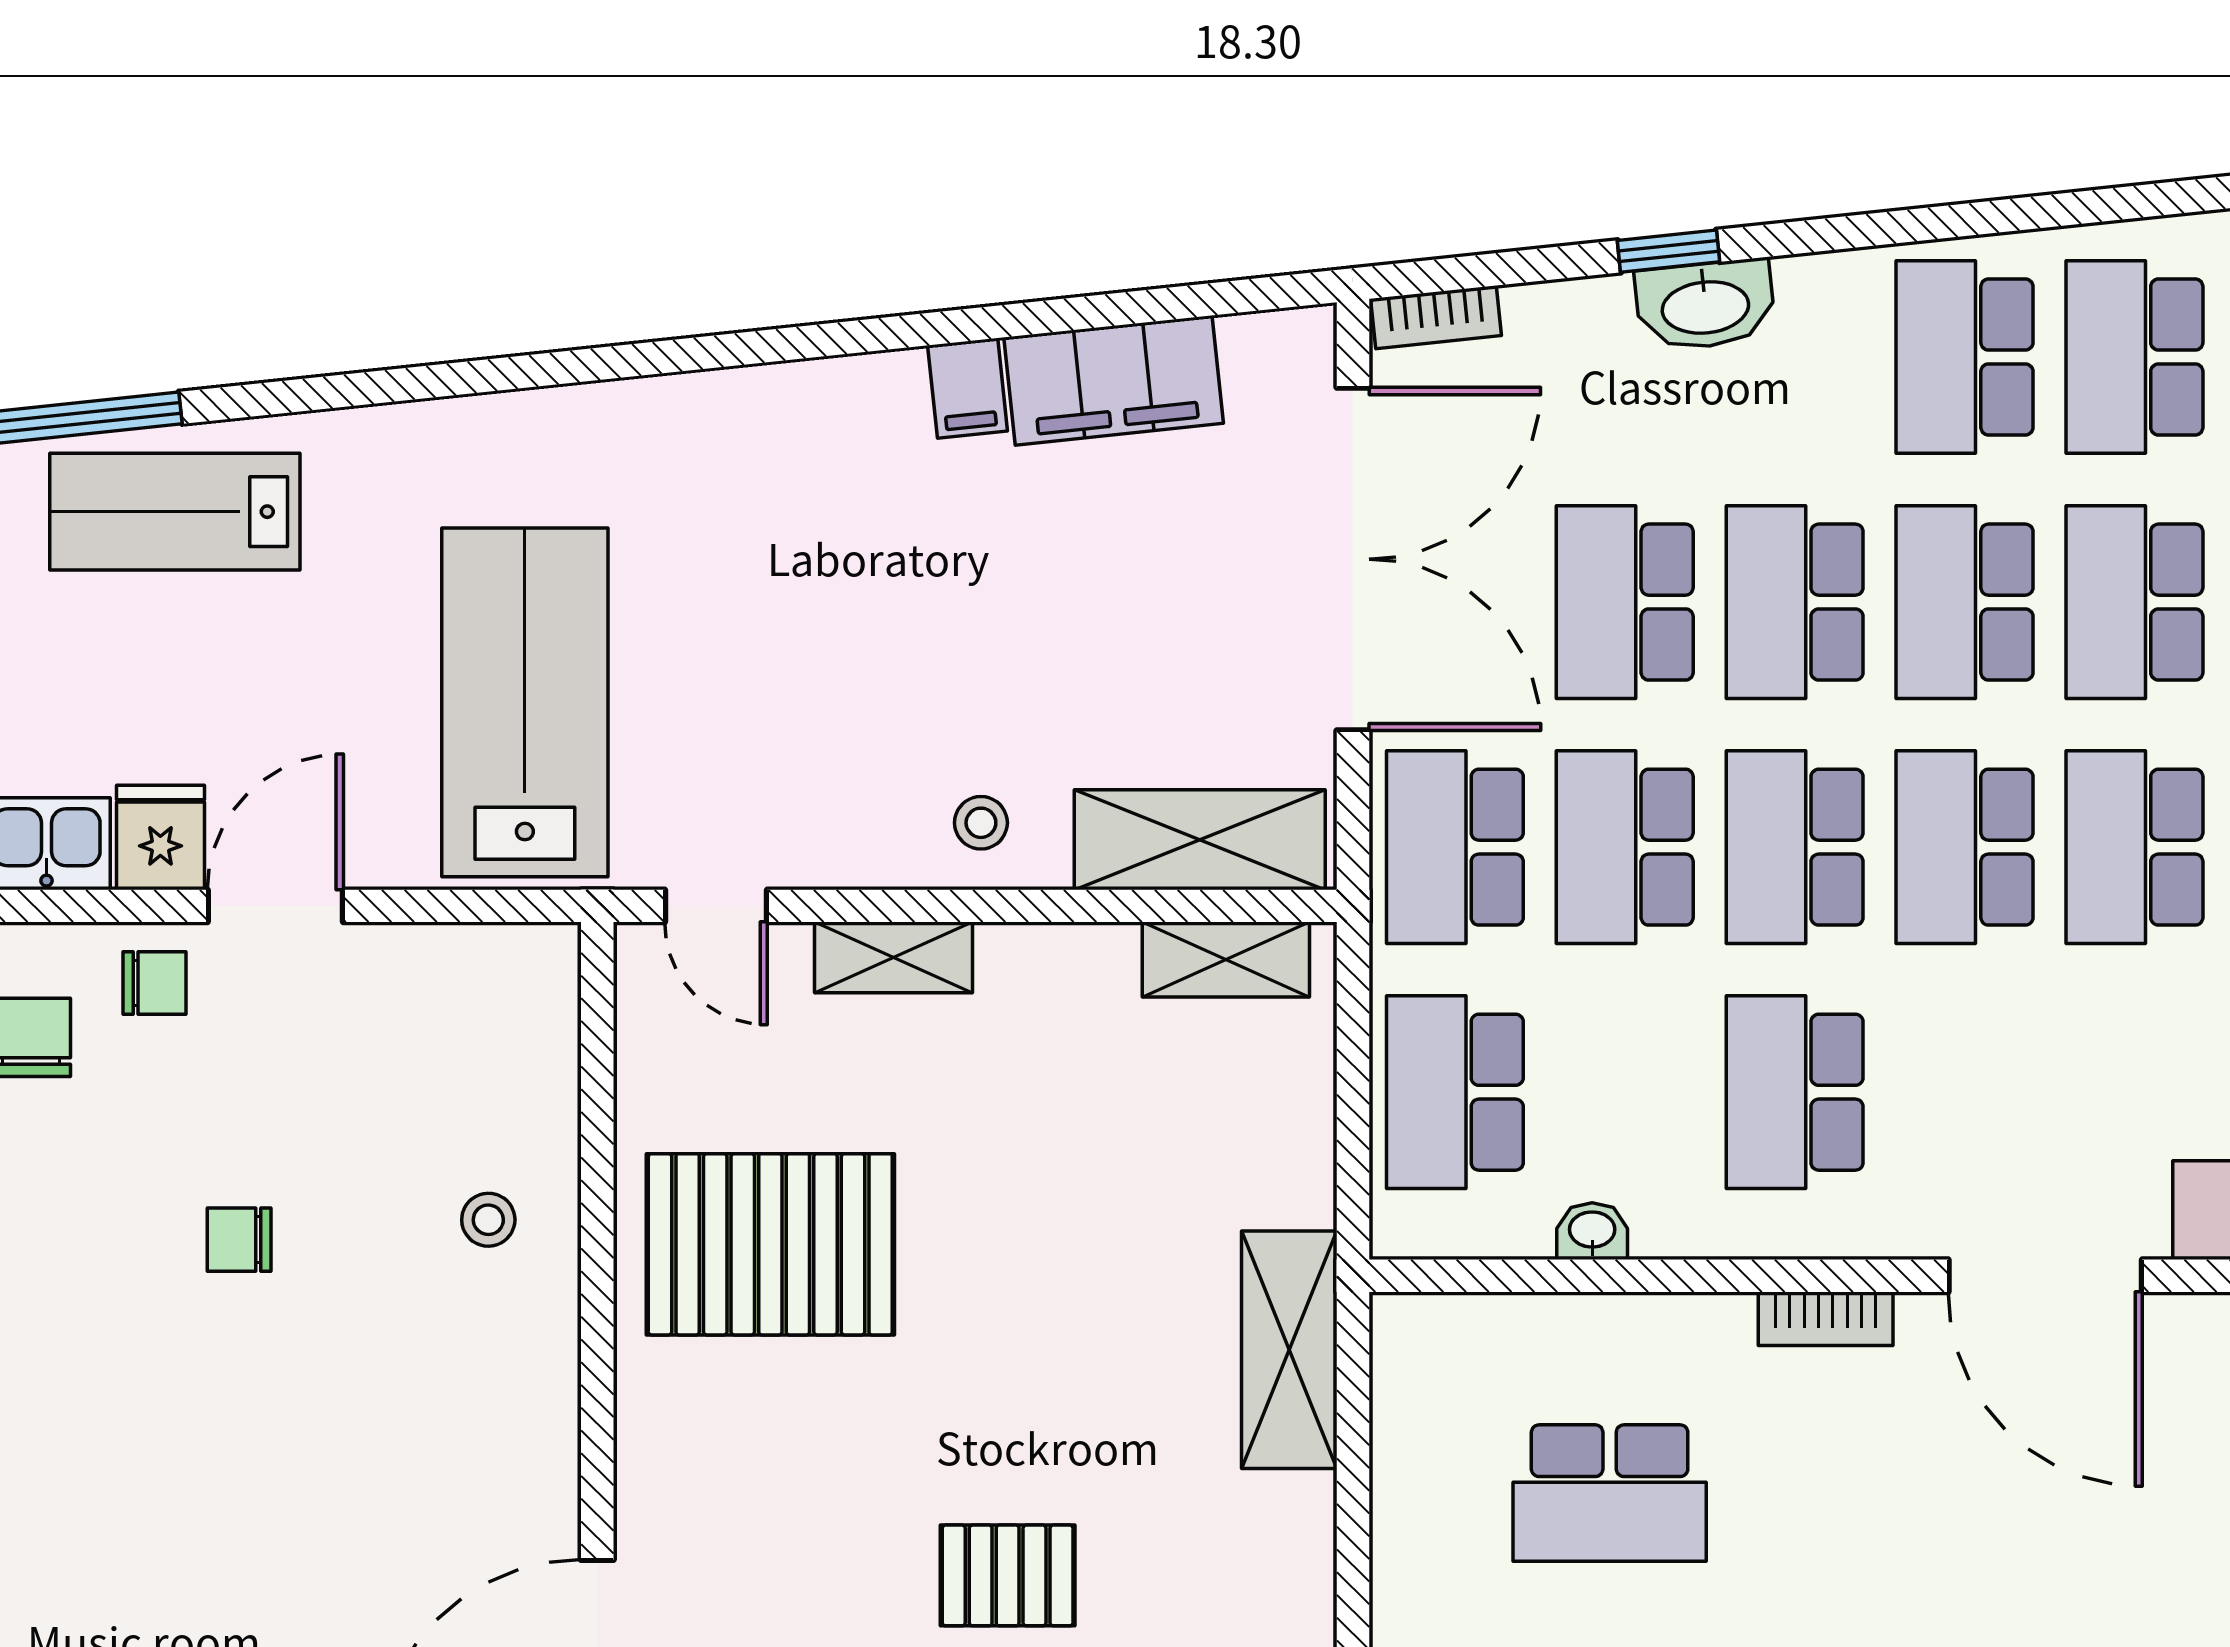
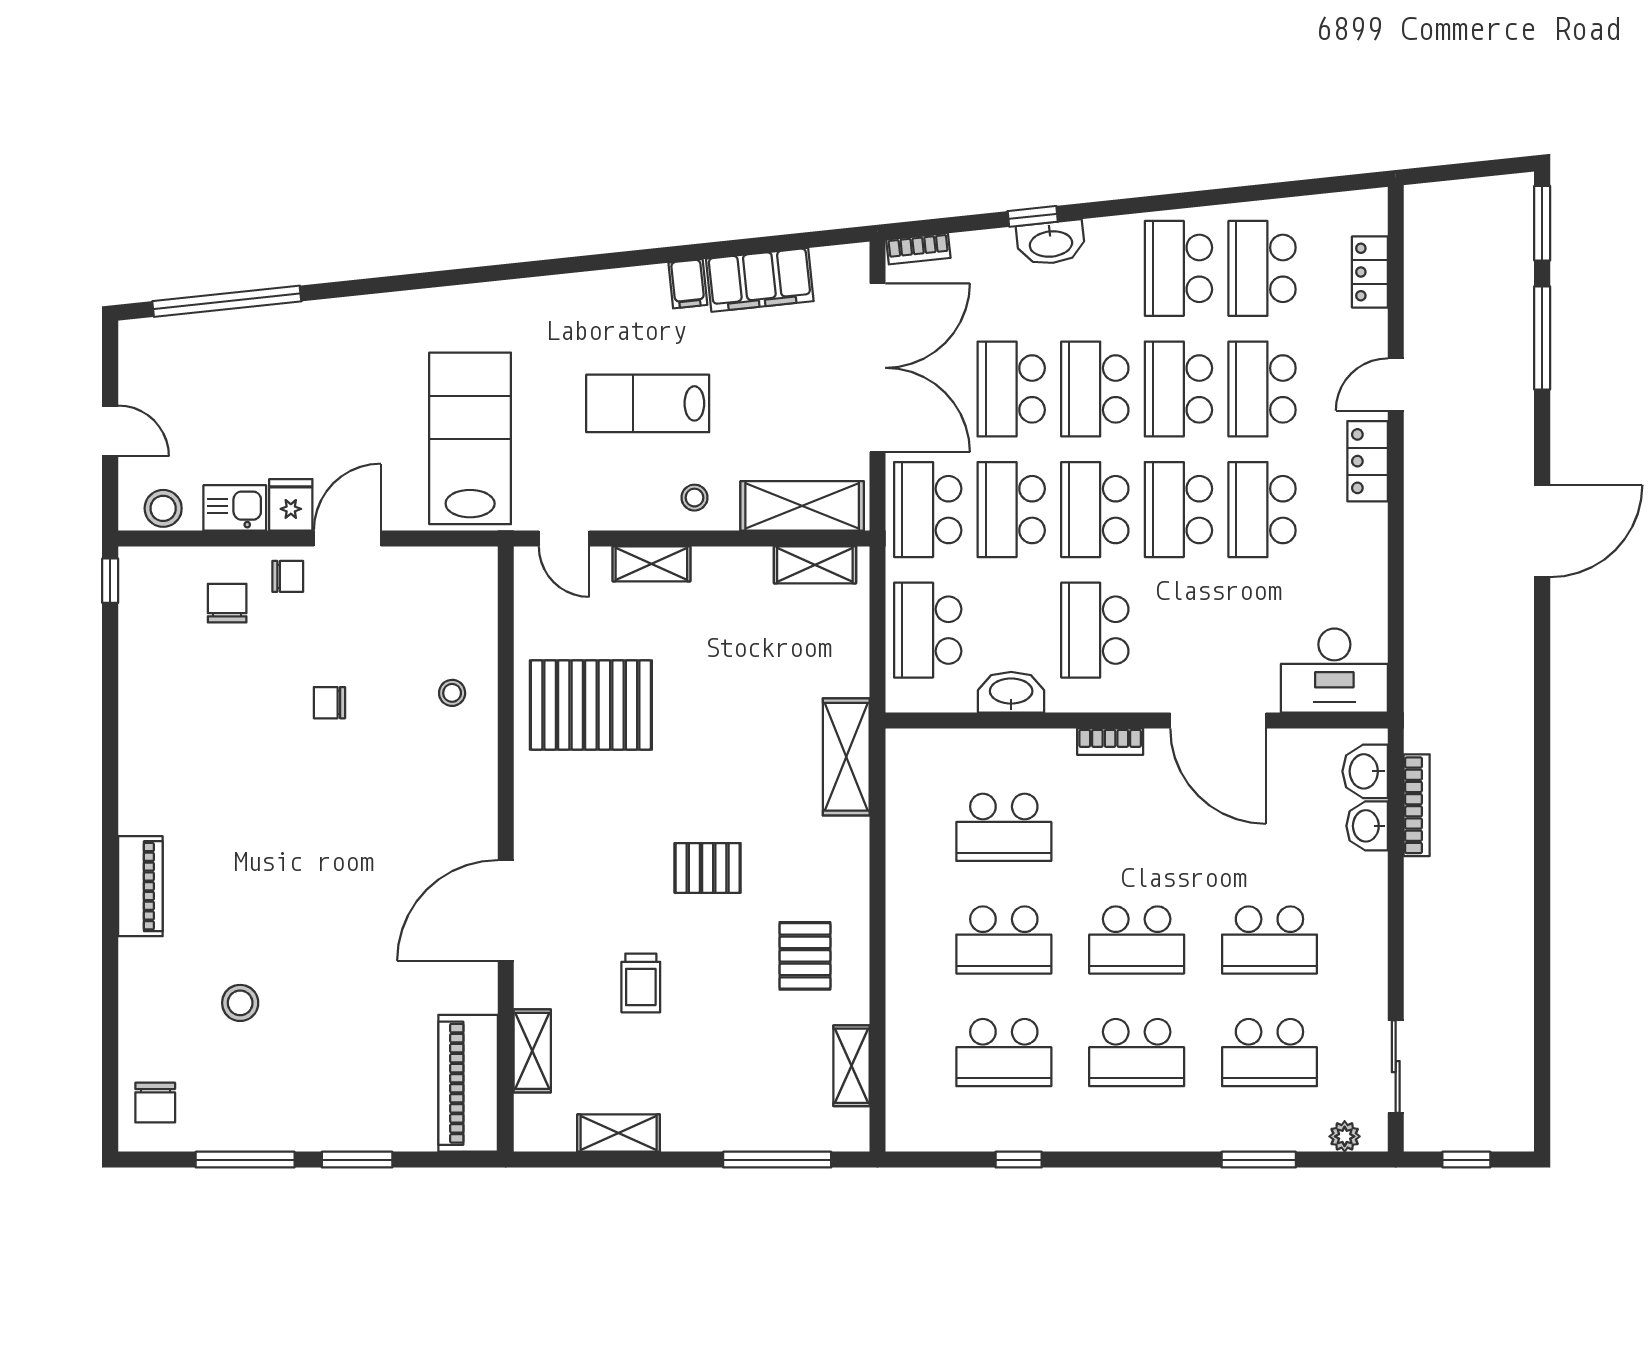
lab bench: (175, 512) -> (648, 403), moved
washbasin: (1592, 1231) -> (1011, 692), width x1.91, depth x1.45

